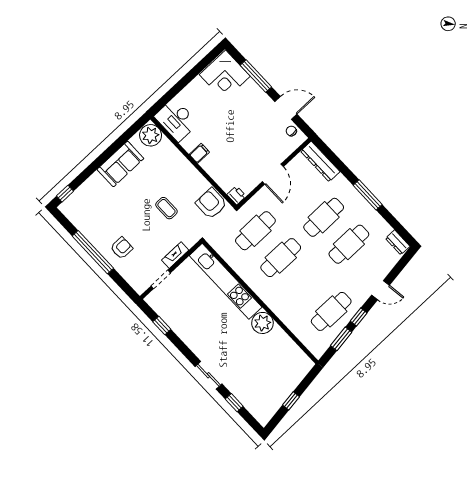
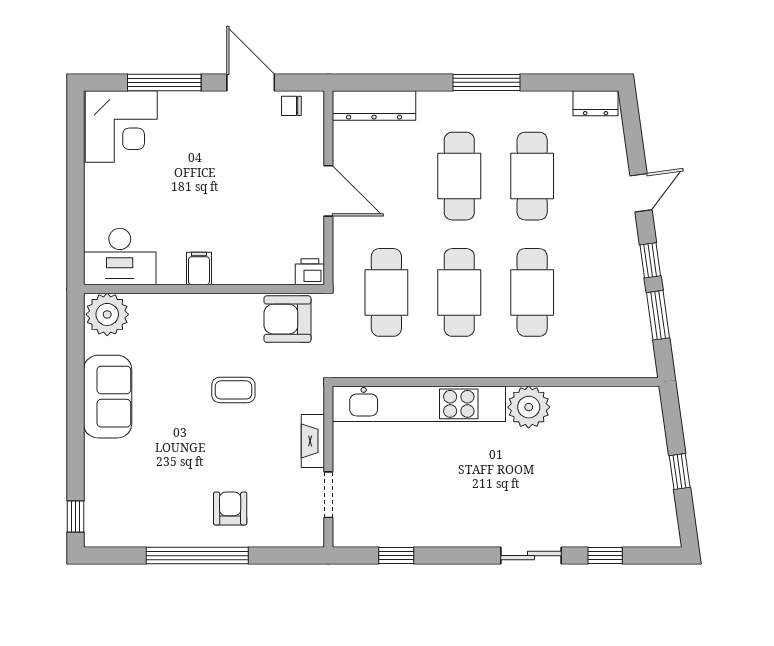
door: (286, 108) -> (251, 82), hinge flipped
cafe table: (331, 311) -> (532, 292), moved

